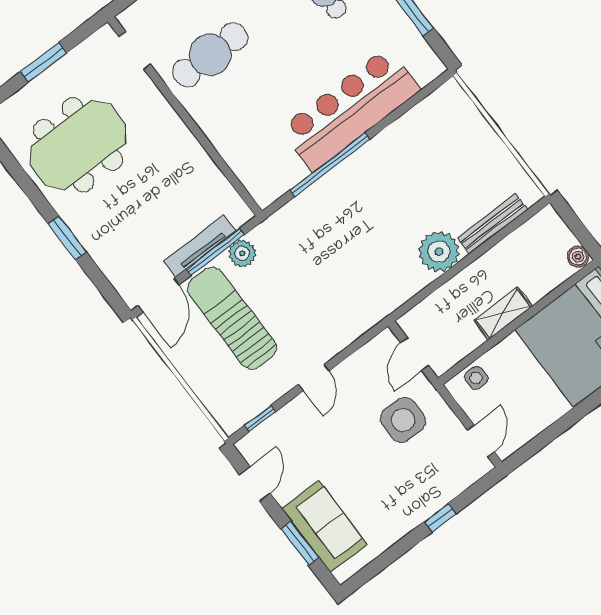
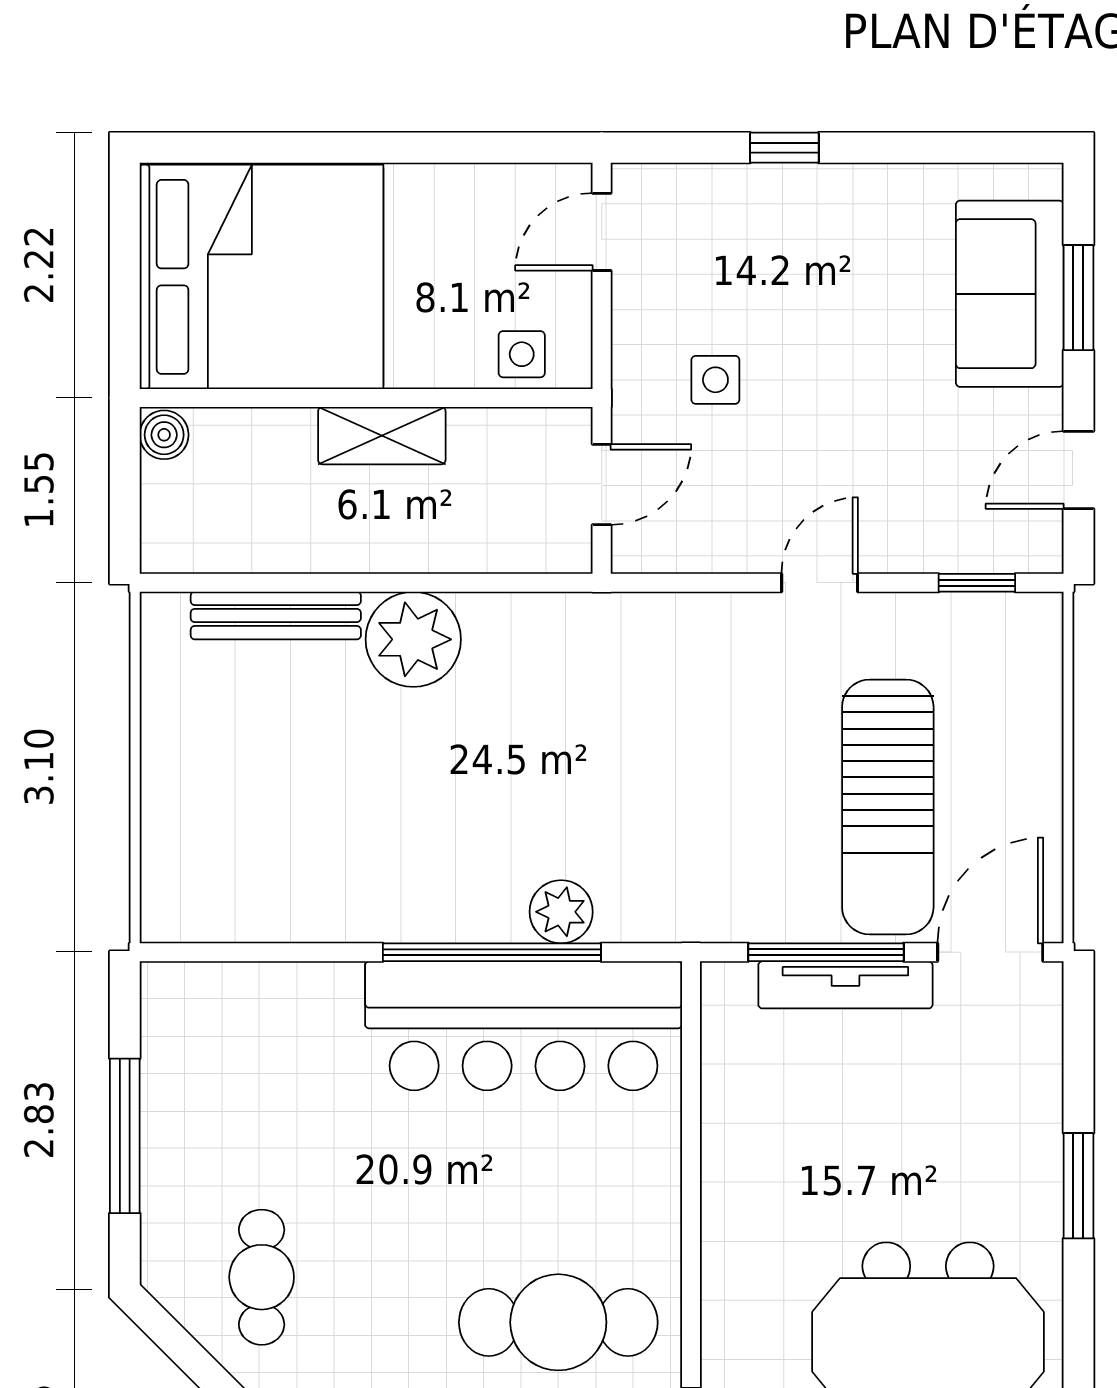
bar counter: (350, 109) -> (524, 1026), moved
plant: (242, 253) -> (561, 912), moved
side table: (403, 420) -> (715, 380), width x0.54, depth x0.54

